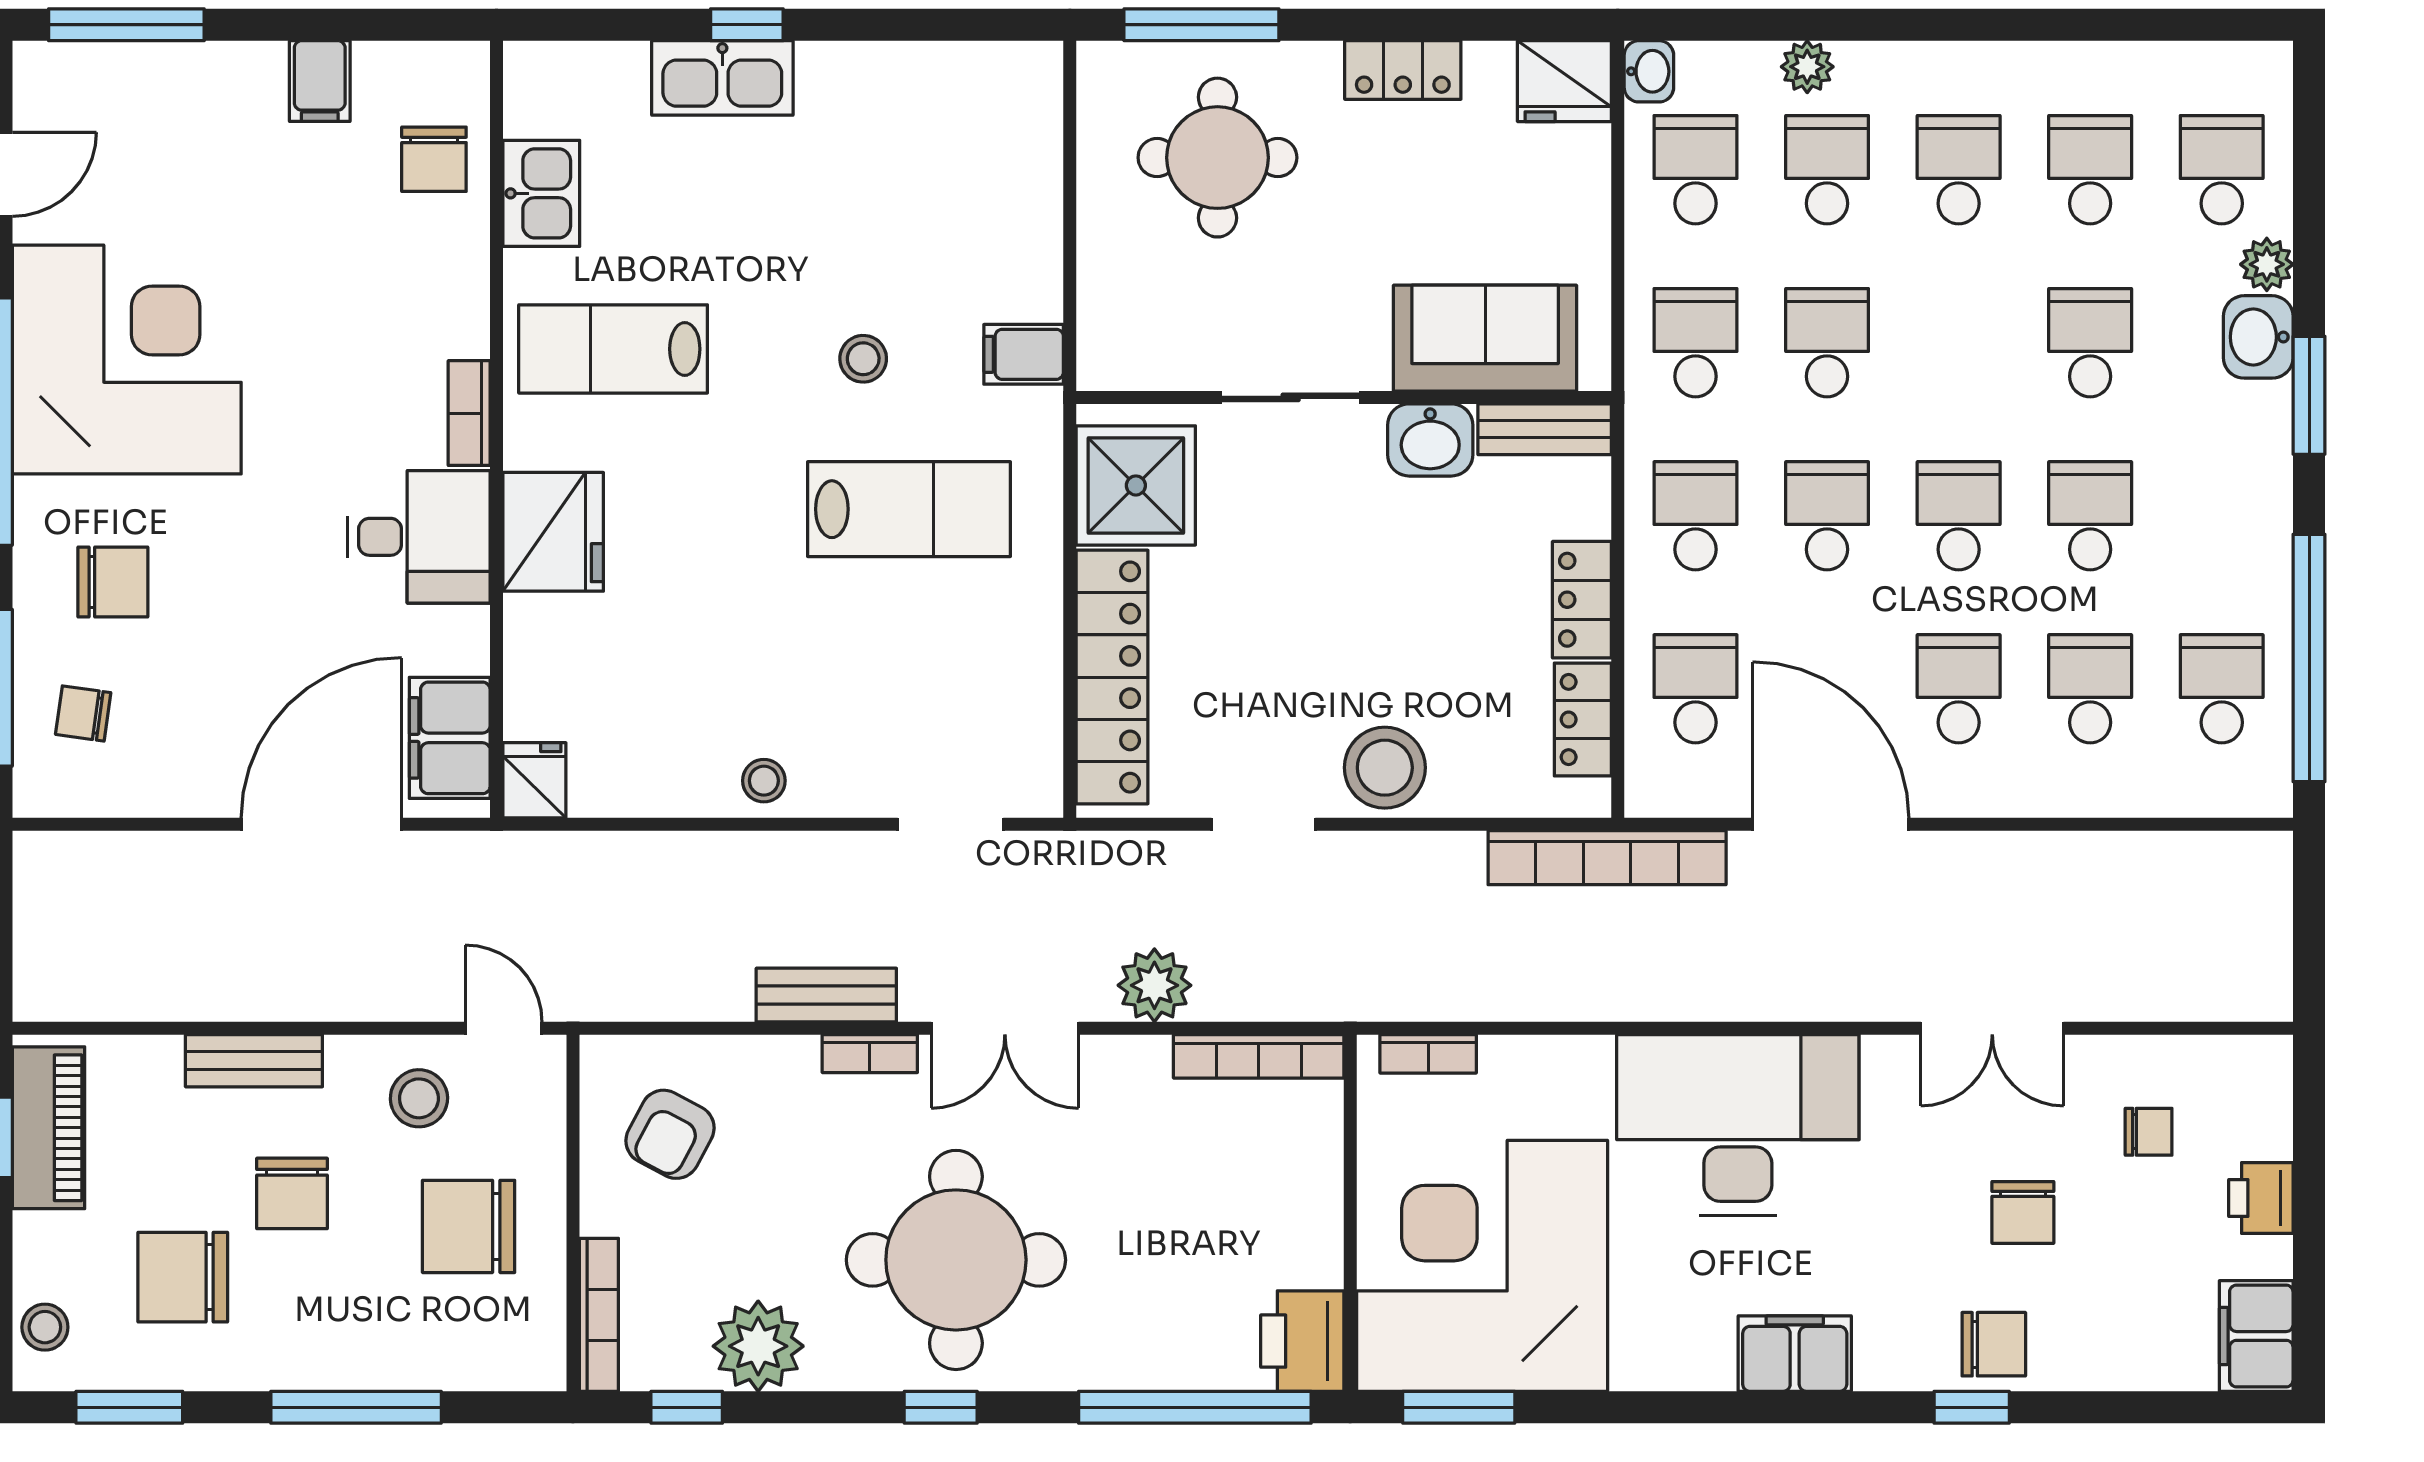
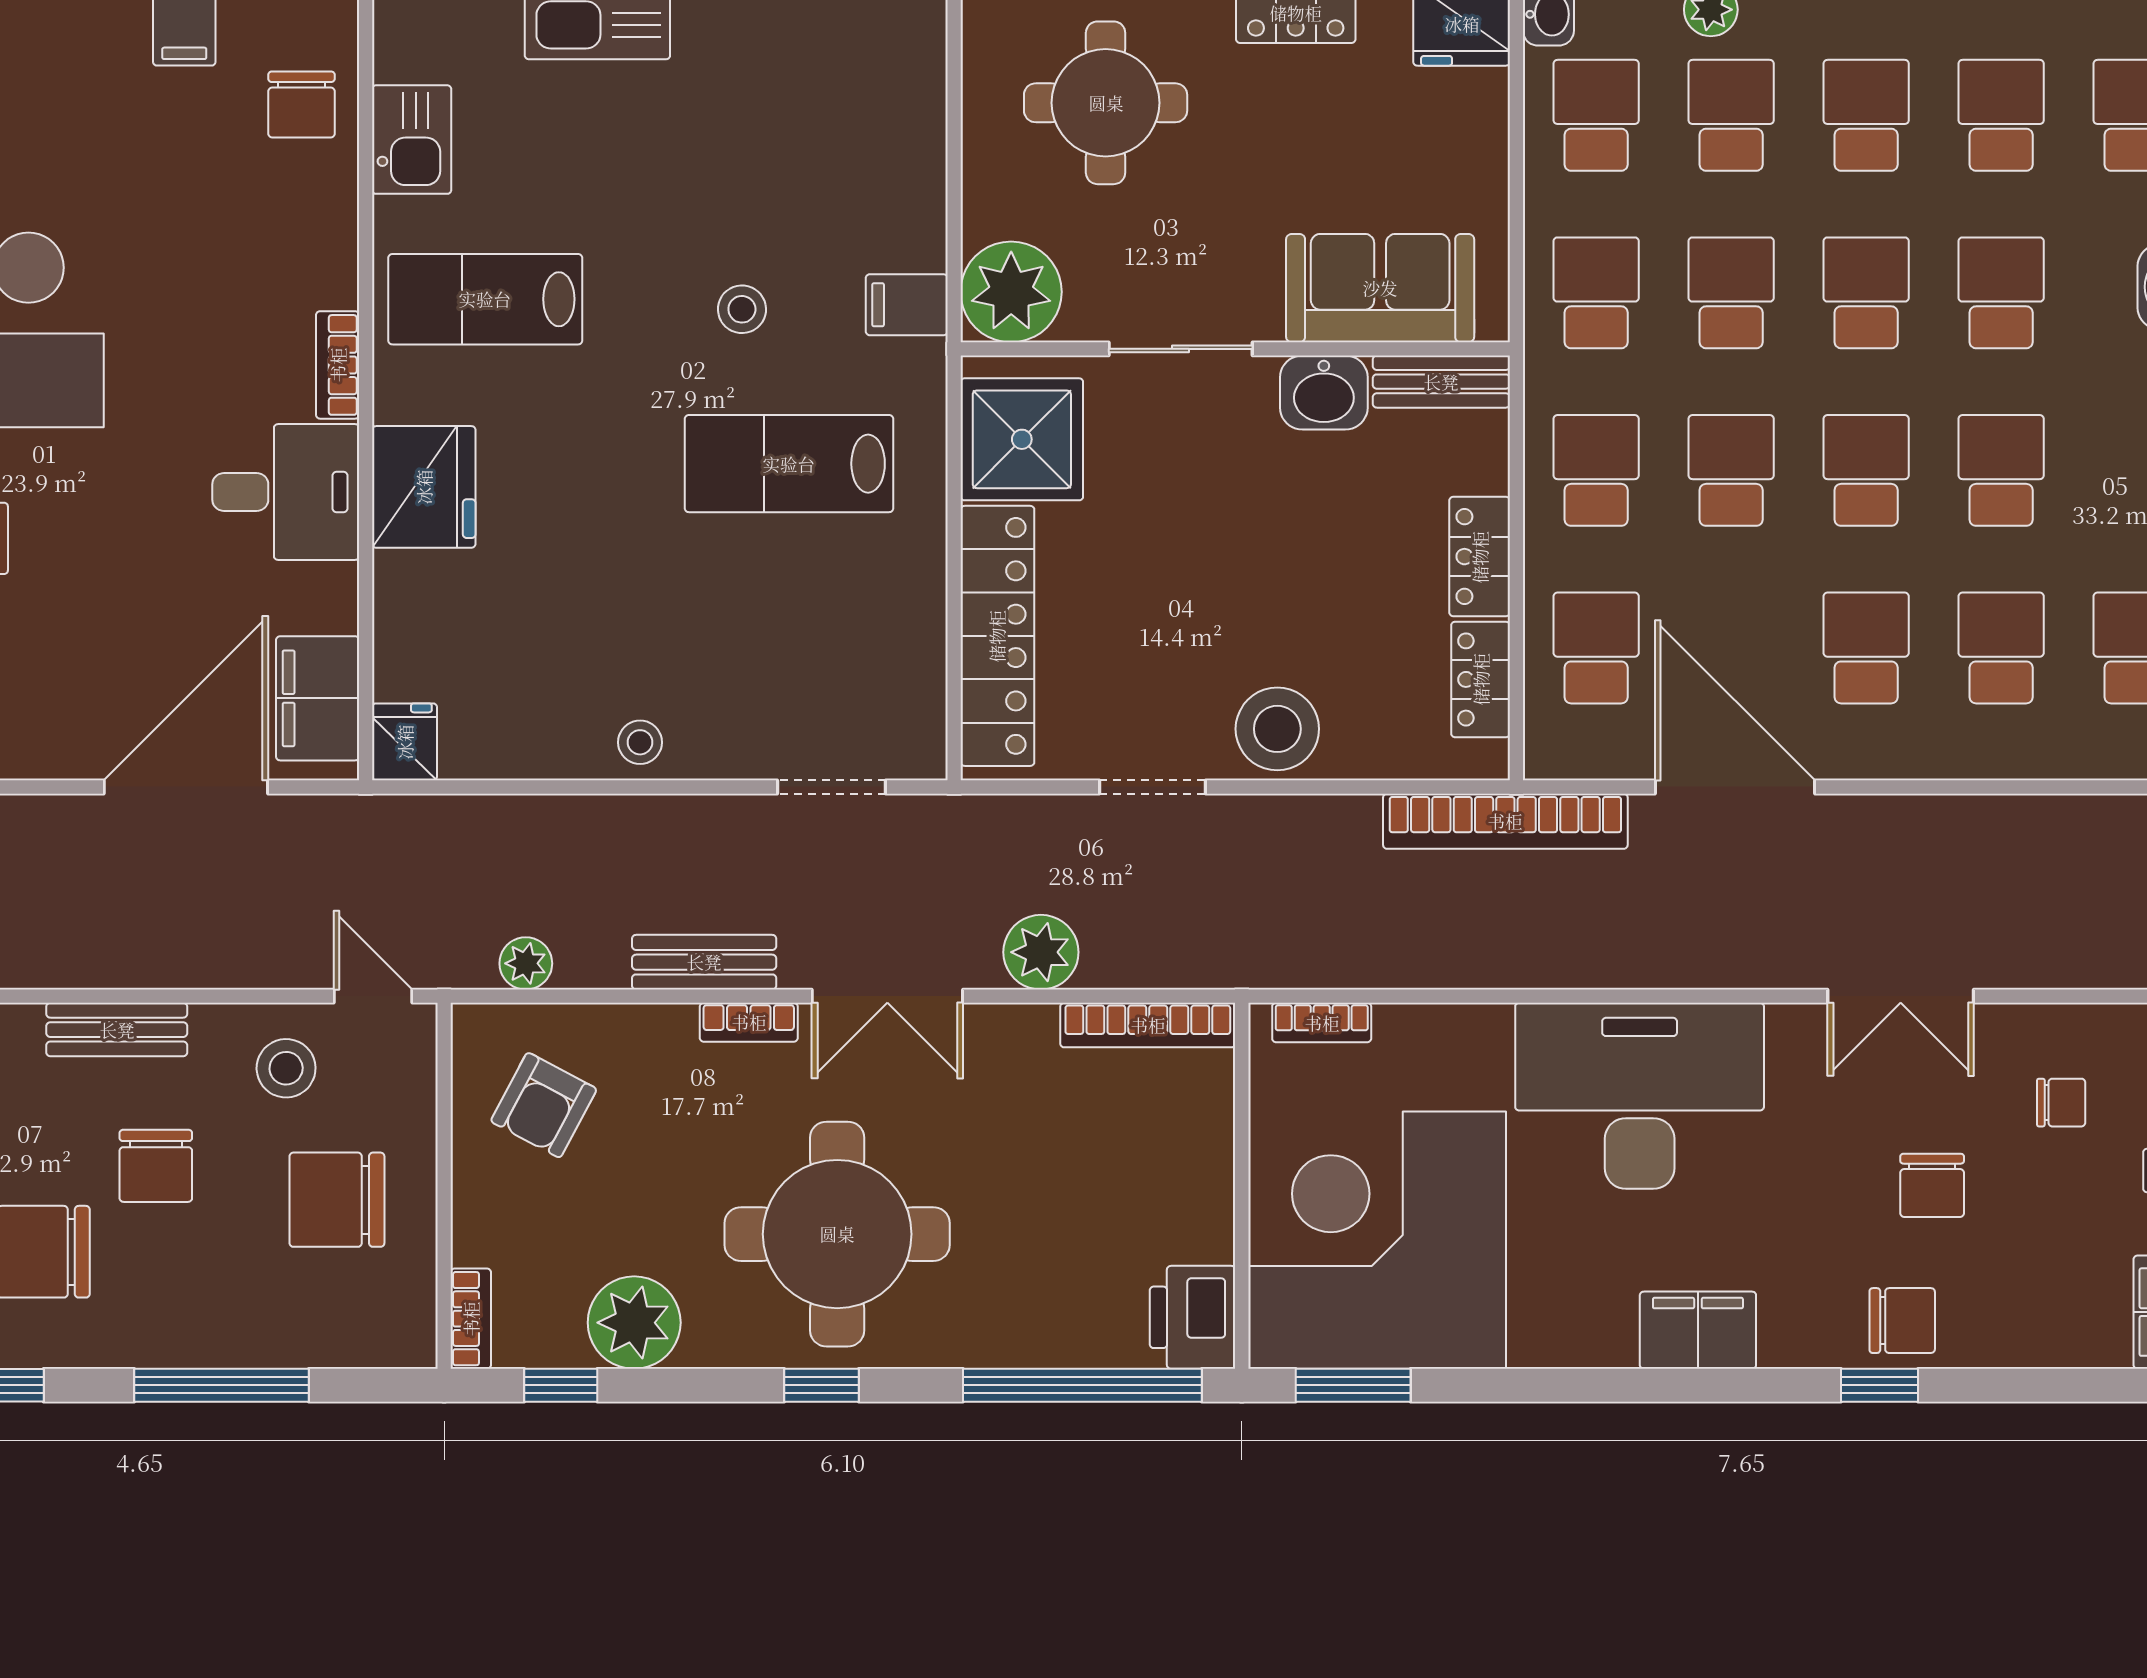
plant: (1125, 342) -> (1011, 292), added
school desk: (1959, 343) -> (1866, 293), added
lab bench: (909, 509) -> (789, 464), turned 180
plant: (653, 996) -> (526, 963), added
bookcase: (599, 1315) -> (471, 1319), width x0.64

